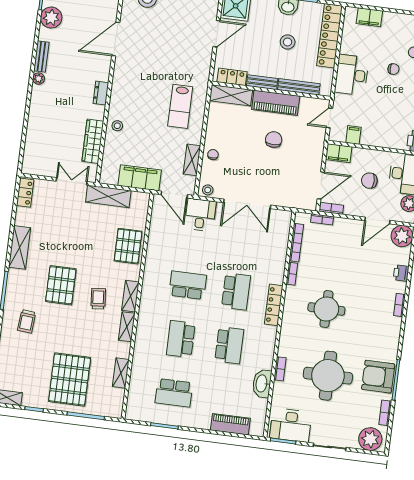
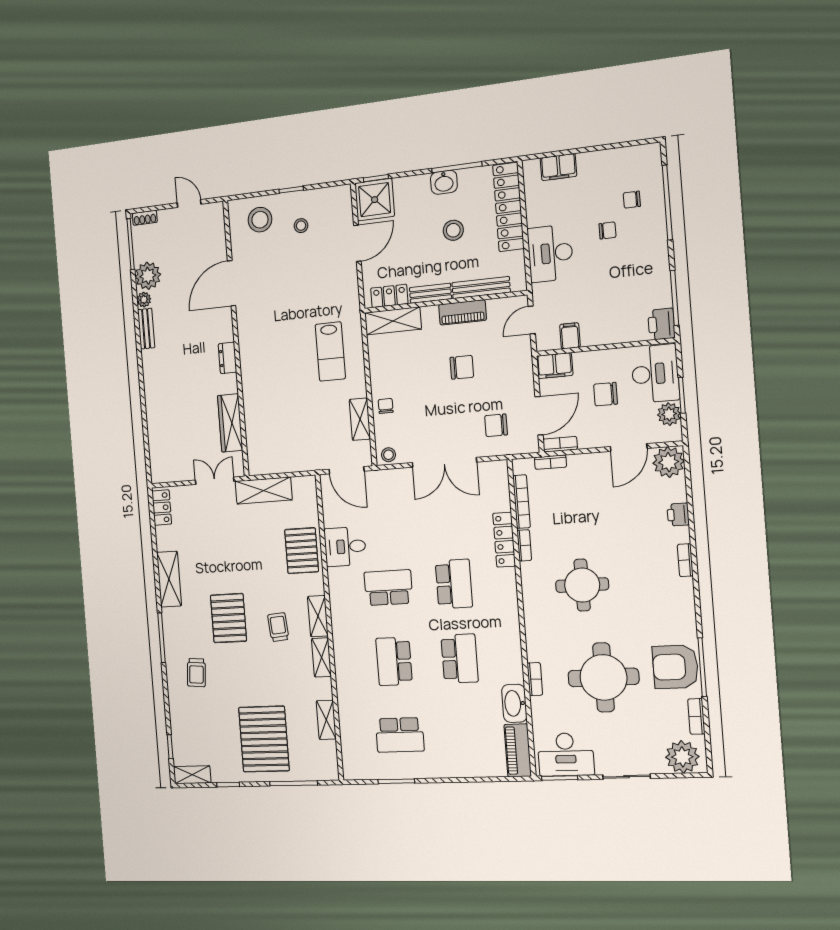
plant: (39, 79) -> (144, 300), moved
piano: (276, 103) -> (462, 312), width x0.73, depth x0.75
stool: (117, 126) -> (301, 226), moved
chair: (274, 140) -> (462, 367), turned 90
filing cabinet: (140, 178) -> (298, 458), removed
chair: (289, 186) -> (496, 425), added
desk: (200, 215) -> (345, 547), moved, turned -90
locker: (274, 305) -> (504, 540), moved
piano: (230, 424) -> (518, 750), moved, turned -90

